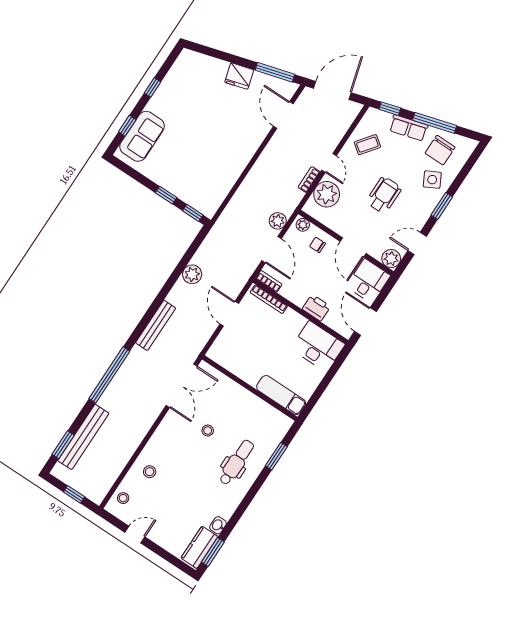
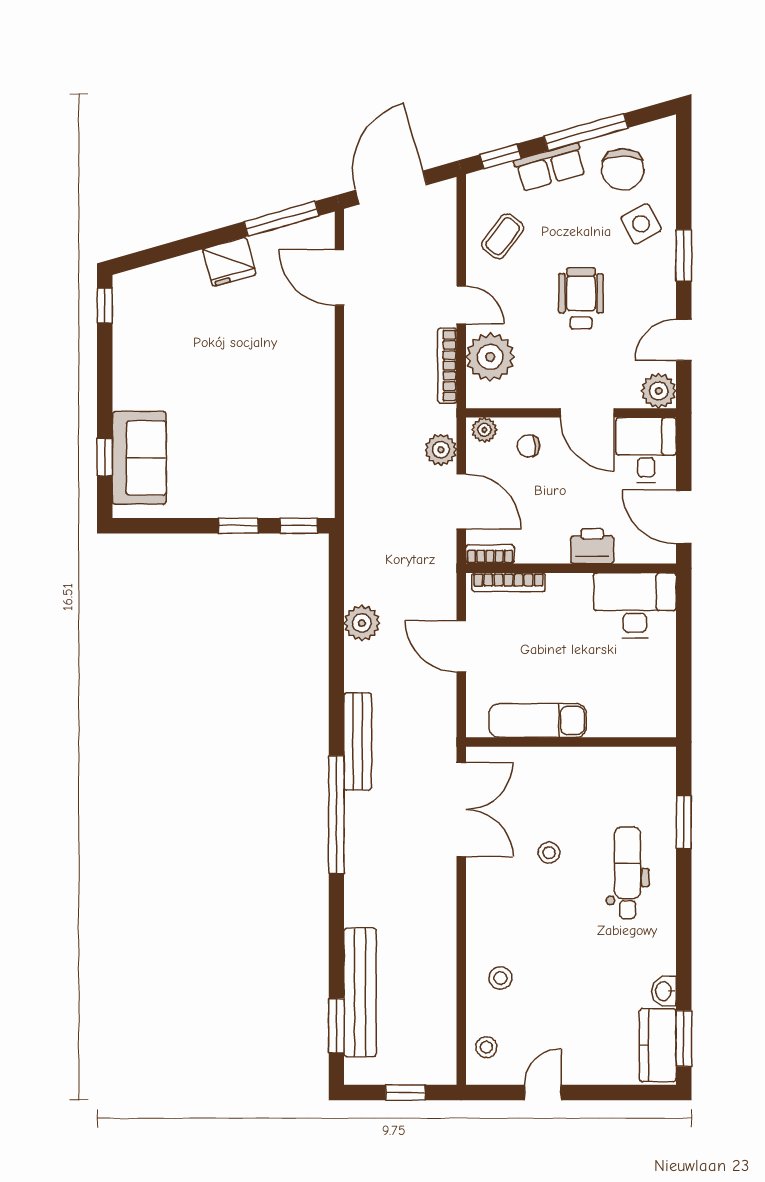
window: (152, 88) -> (105, 306), moved
bookcase: (309, 180) -> (447, 366), width x1.56
window: (109, 375) -> (336, 815), moved
exam couch: (281, 395) -> (538, 720), moved

